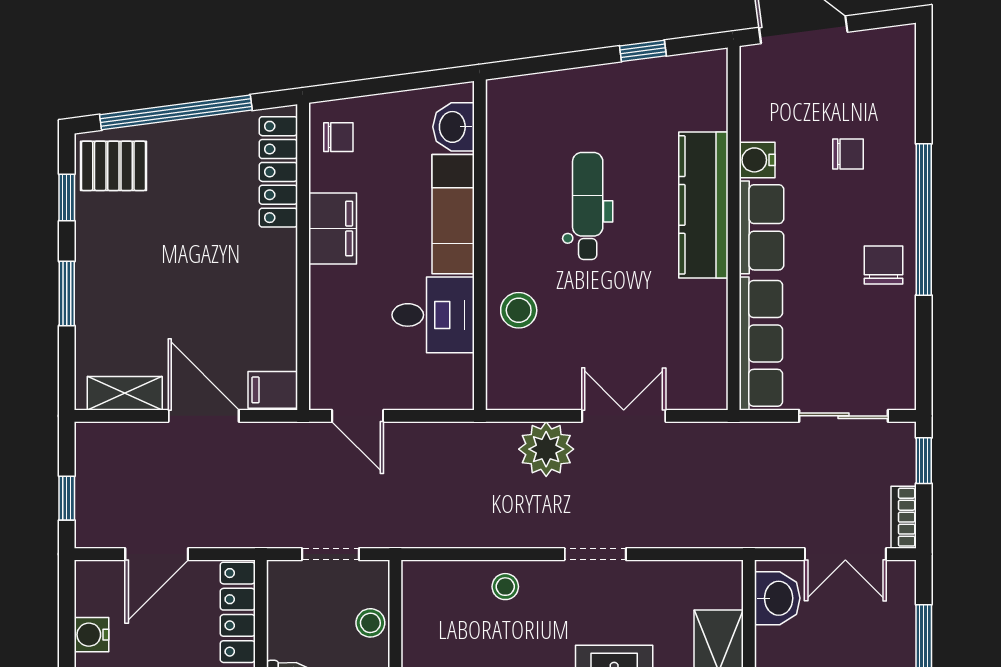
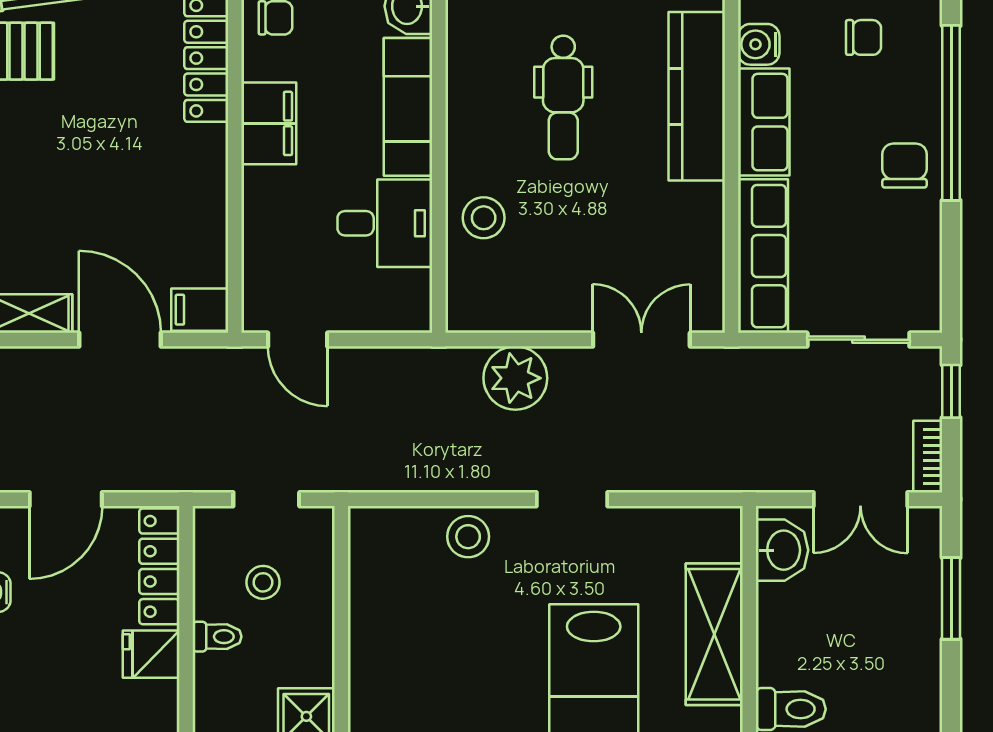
dental chair: (588, 206) -> (563, 98), turned 180
double door: (624, 416) -> (641, 340), moved
stool: (505, 587) -> (468, 537), width x1.37, depth x1.37
stool: (370, 623) -> (263, 582), moved

